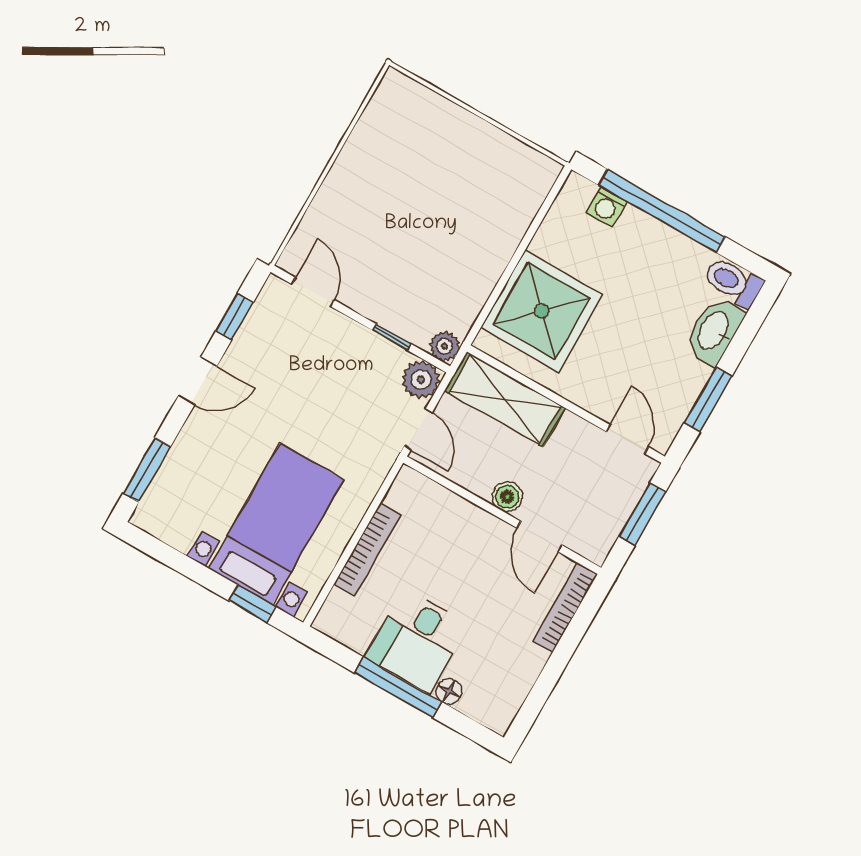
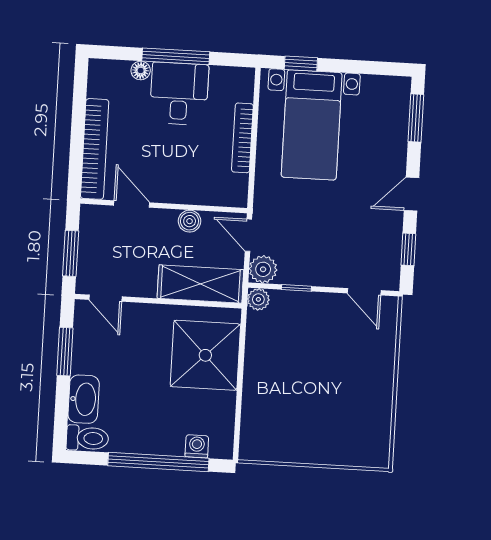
boiler: (507, 497) -> (190, 221), moved
bookcase: (565, 608) -> (95, 149), width x1.48, depth x1.31

